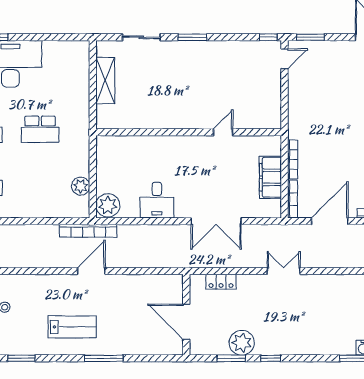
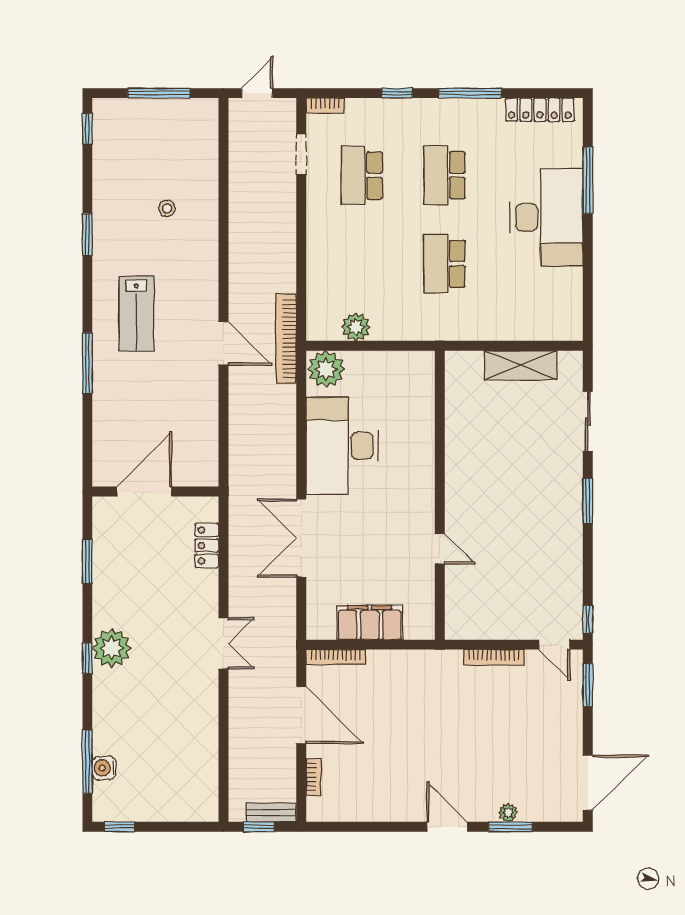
bookcase: (293, 159) -> (494, 657), moved
desk: (157, 200) -> (342, 446), width x1.87, depth x1.30
plant: (242, 343) -> (112, 648), moved
window: (271, 358) -> (87, 658), moved

